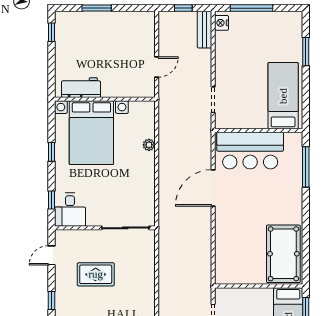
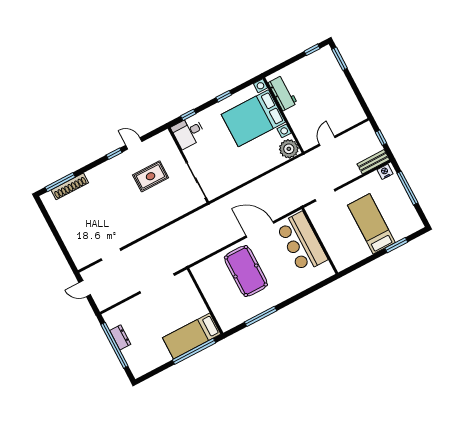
window: (97, 8) -> (340, 59), moved
door: (157, 67) -> (327, 141), swing flipped
bed: (283, 96) -> (371, 224), moved, turned -90
plant: (149, 145) -> (289, 149), moved, width x1.88, depth x1.88
window: (306, 167) -> (261, 316), moved
pool table: (283, 254) -> (246, 271), moved, turned 90
door: (51, 255) -> (134, 143), moved
rug: (96, 274) -> (151, 176), turned 90

